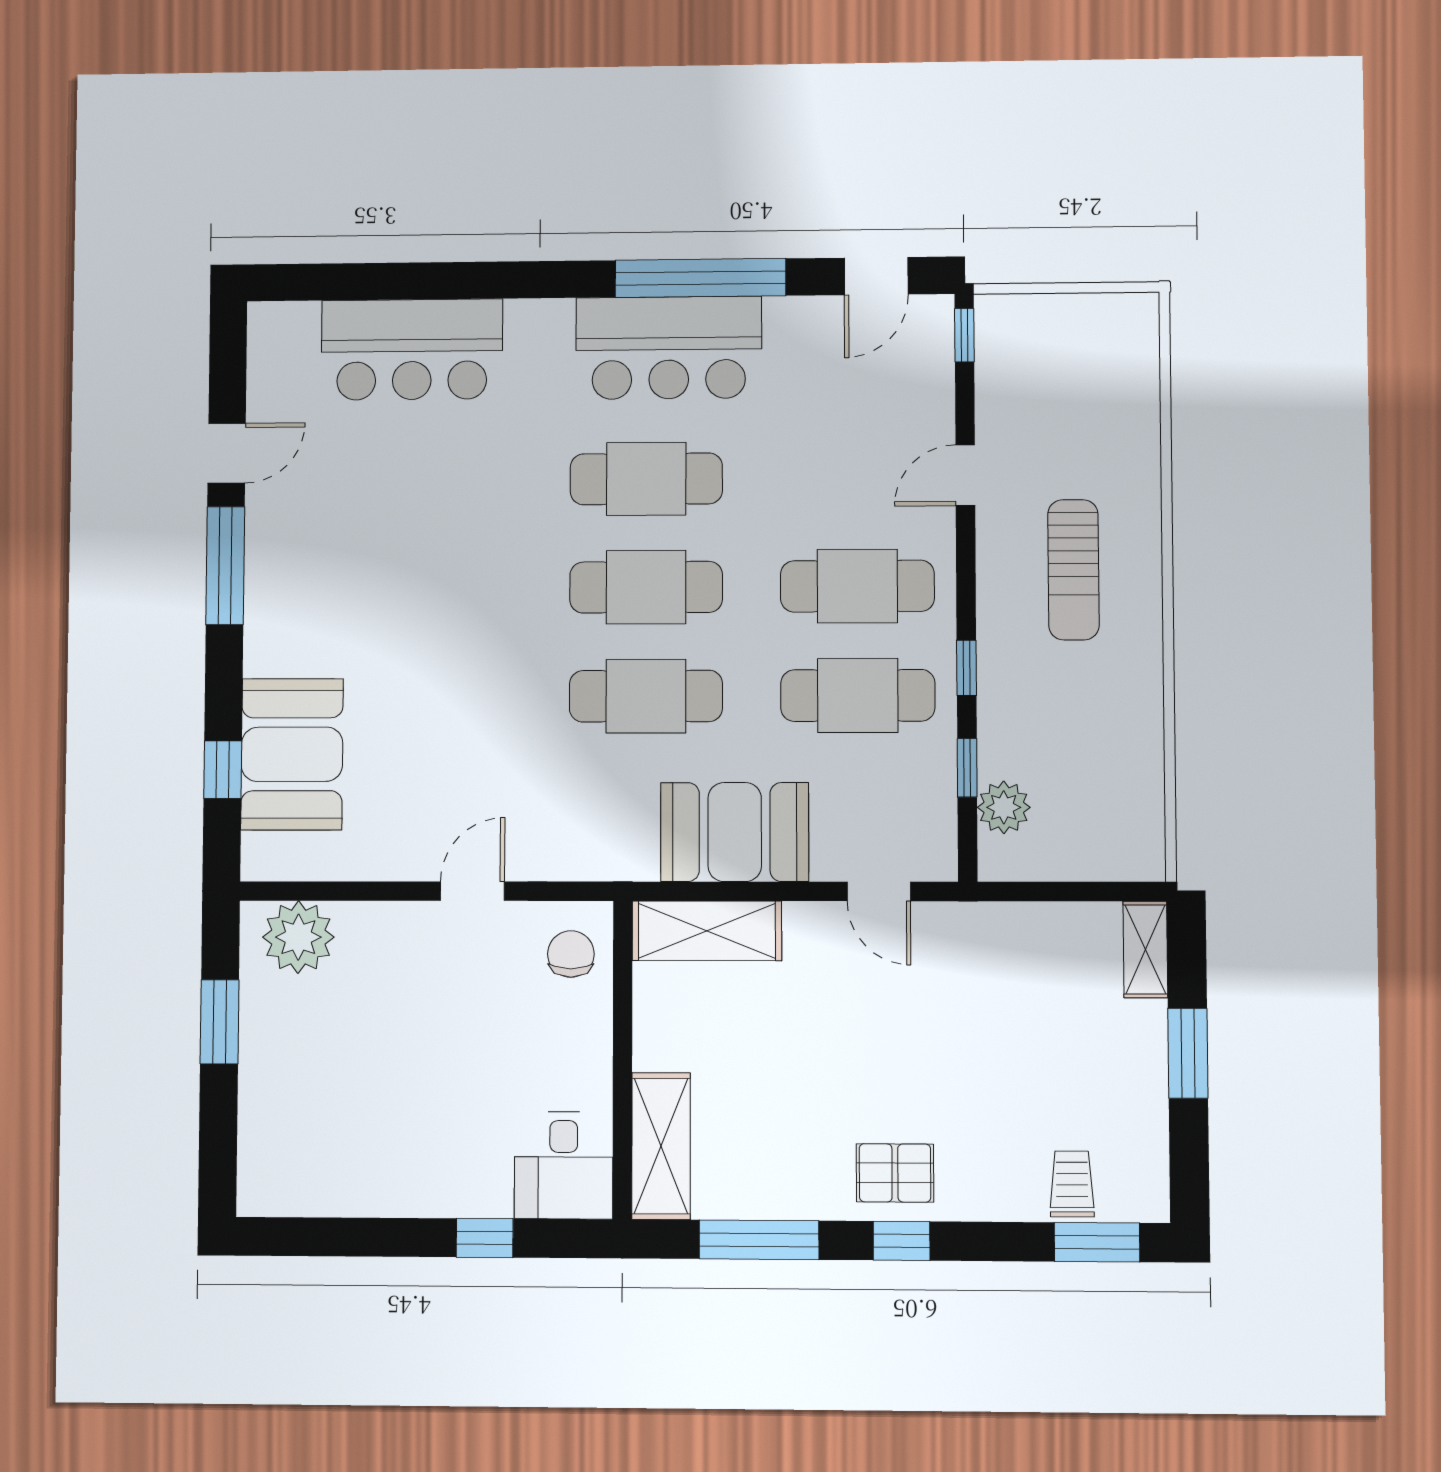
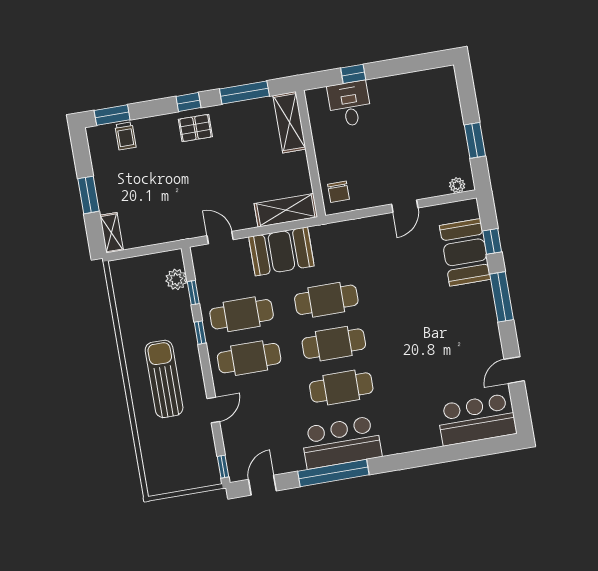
bar counter: (412, 349) -> (477, 420), moved
window: (225, 566) -> (502, 297), moved
sun lounger: (1073, 570) -> (164, 379), width x1.36, depth x1.34
door: (472, 891) -> (405, 206), moved
plant: (298, 937) -> (457, 185), width x0.53, depth x0.53
desk: (564, 1165) -> (350, 104), moved

